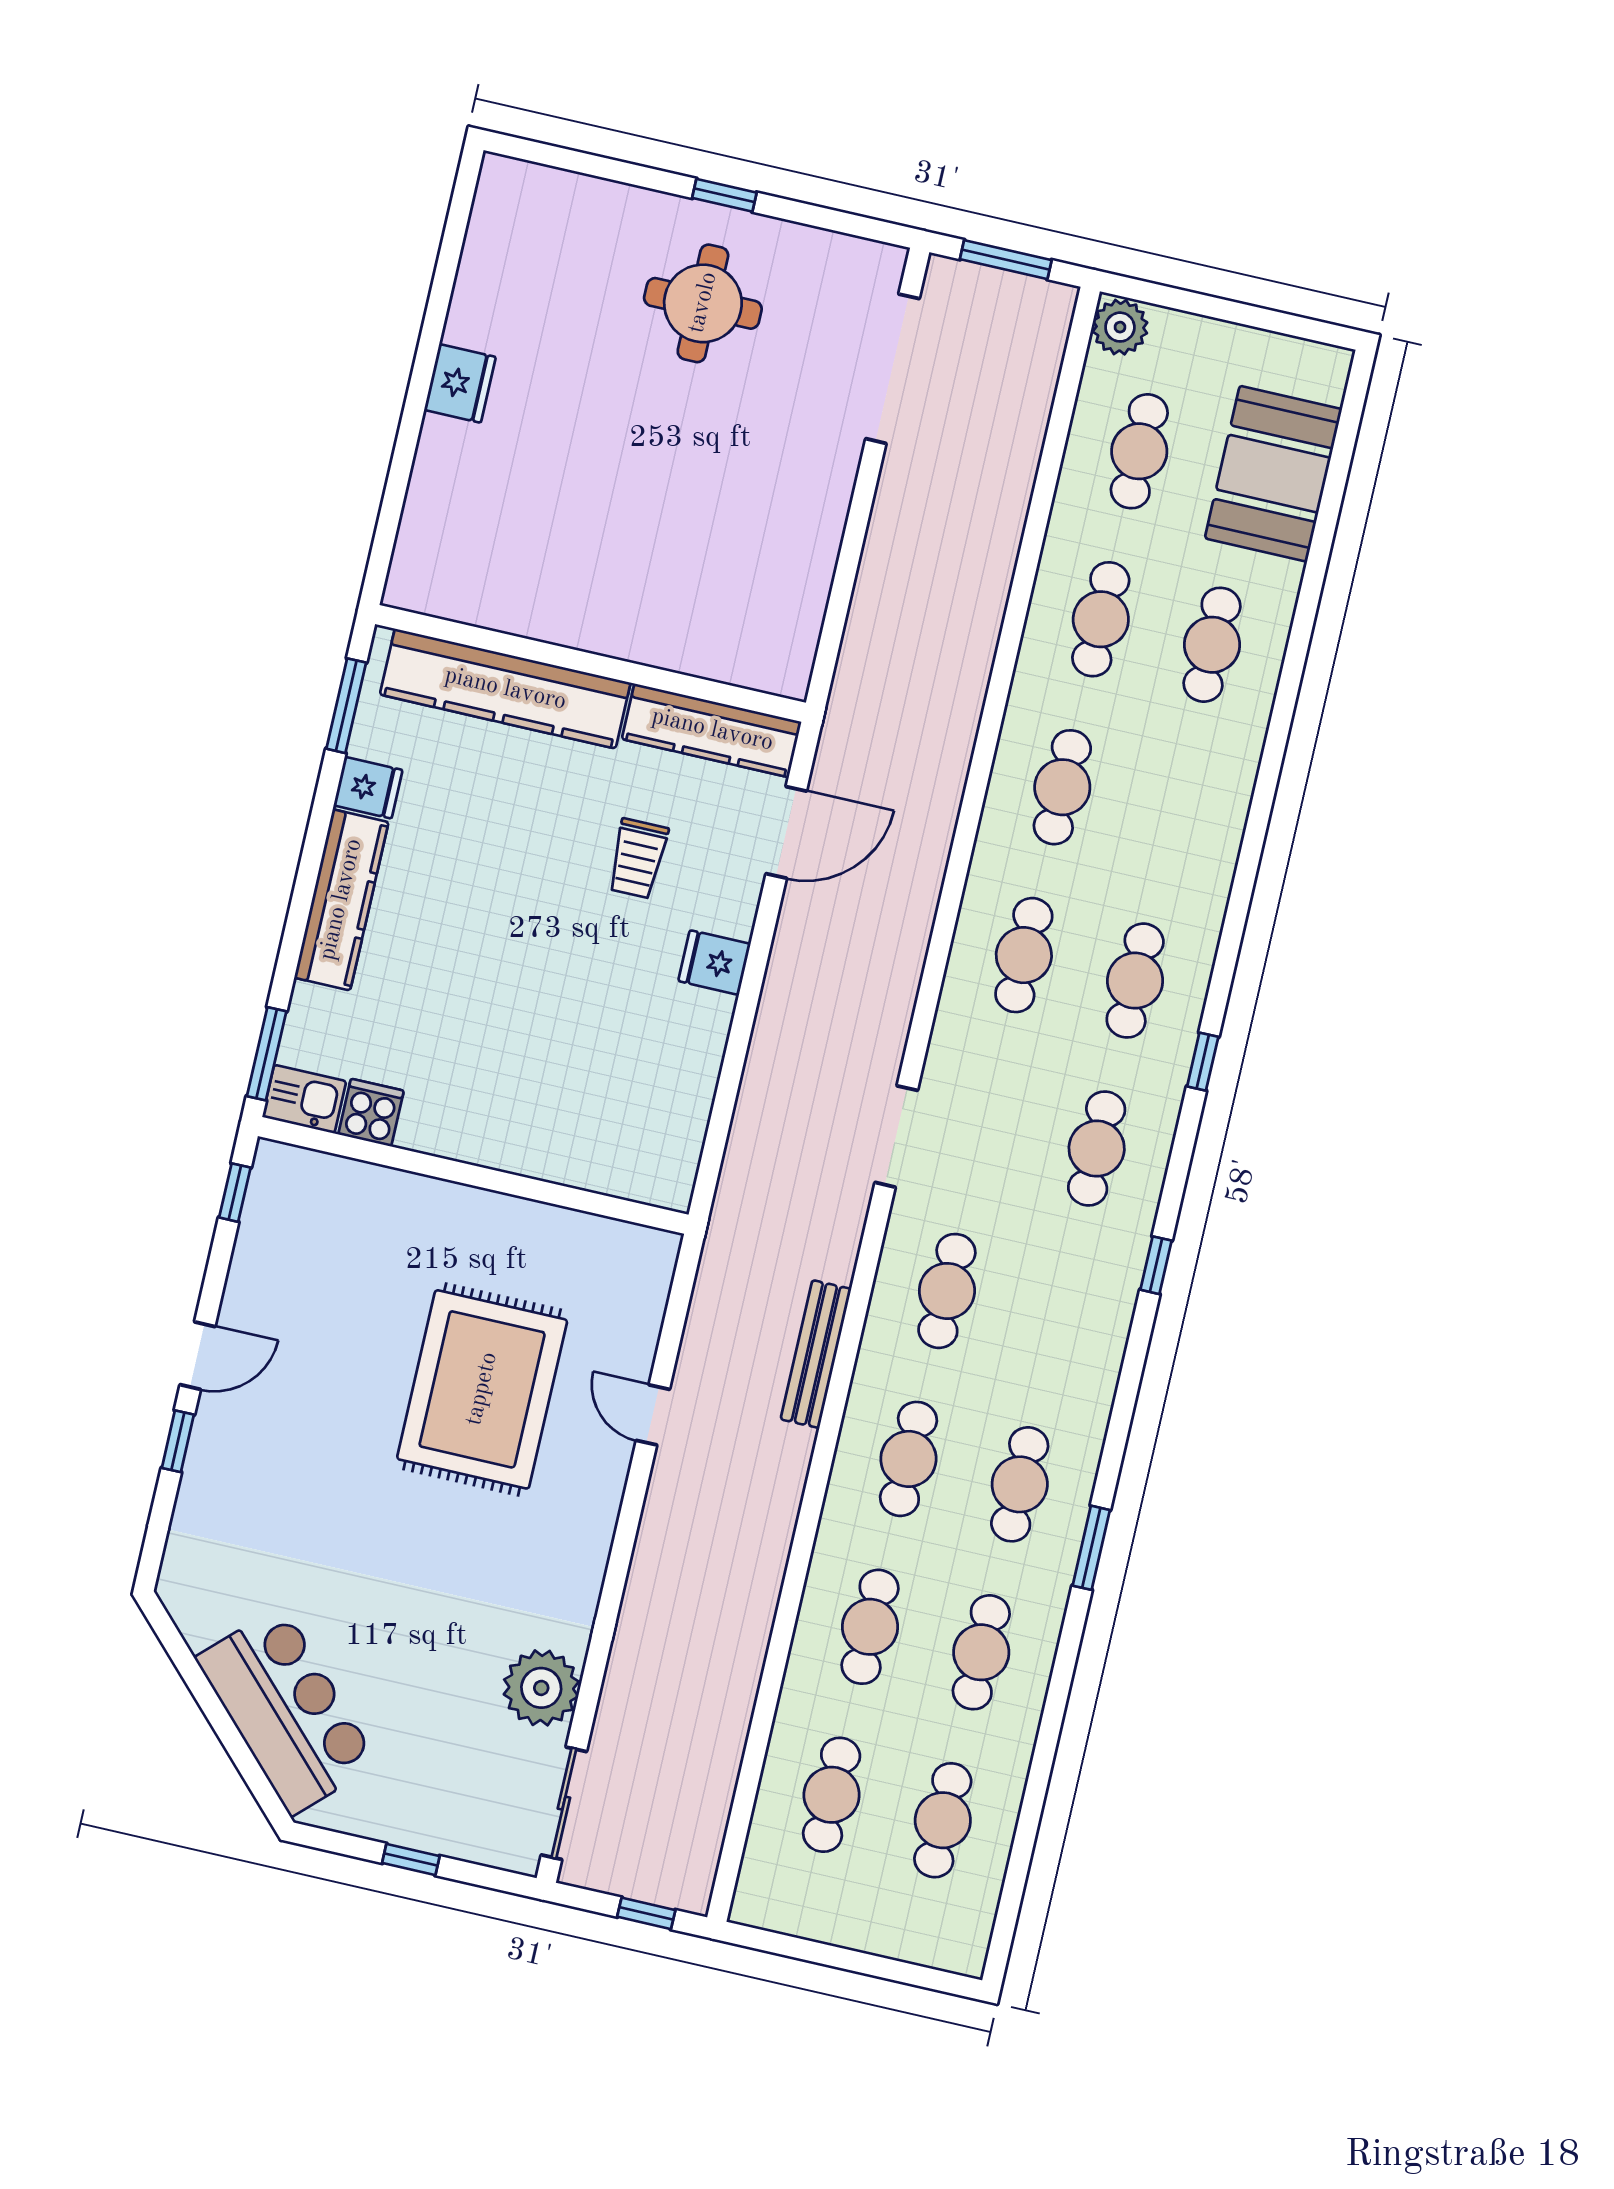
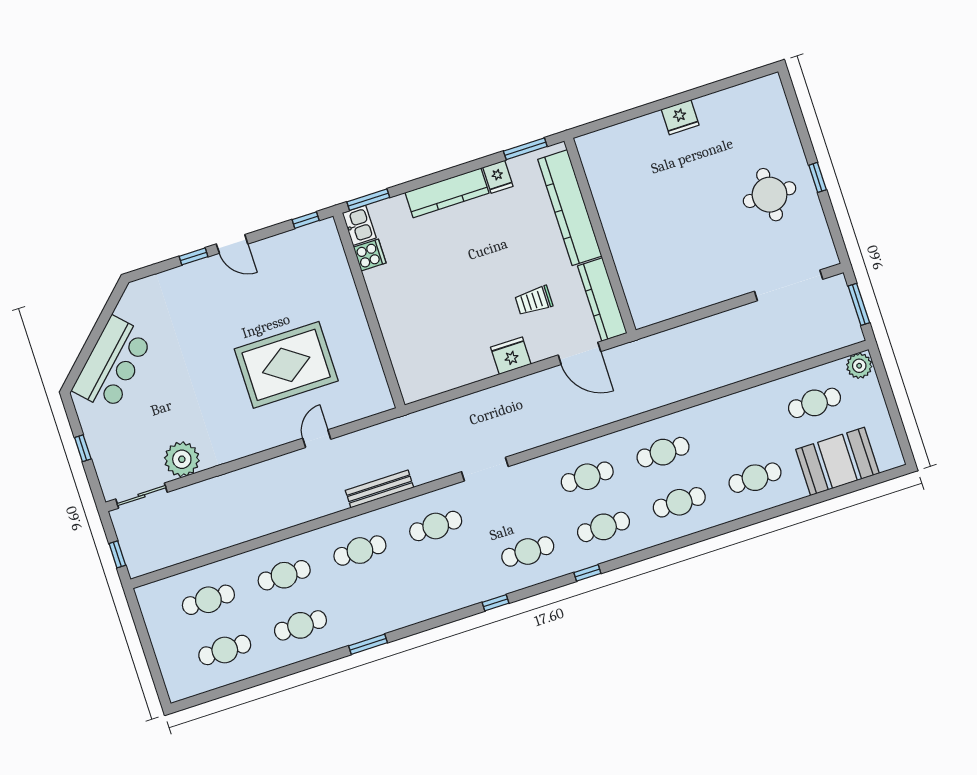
cafe table: (1101, 619) -> (679, 502), moved
fridge: (714, 963) -> (511, 356), width x1.38
cafe table: (1020, 1484) -> (376, 601), removed

